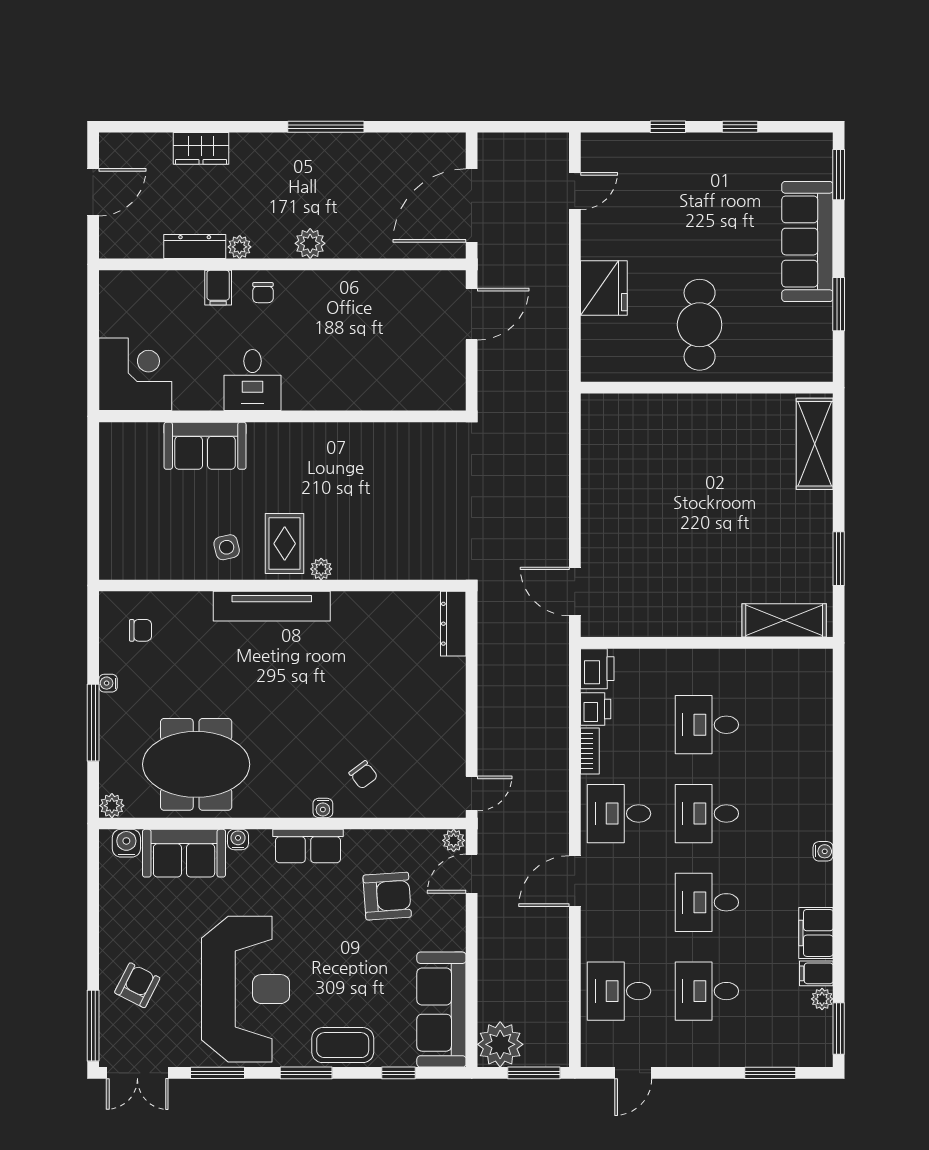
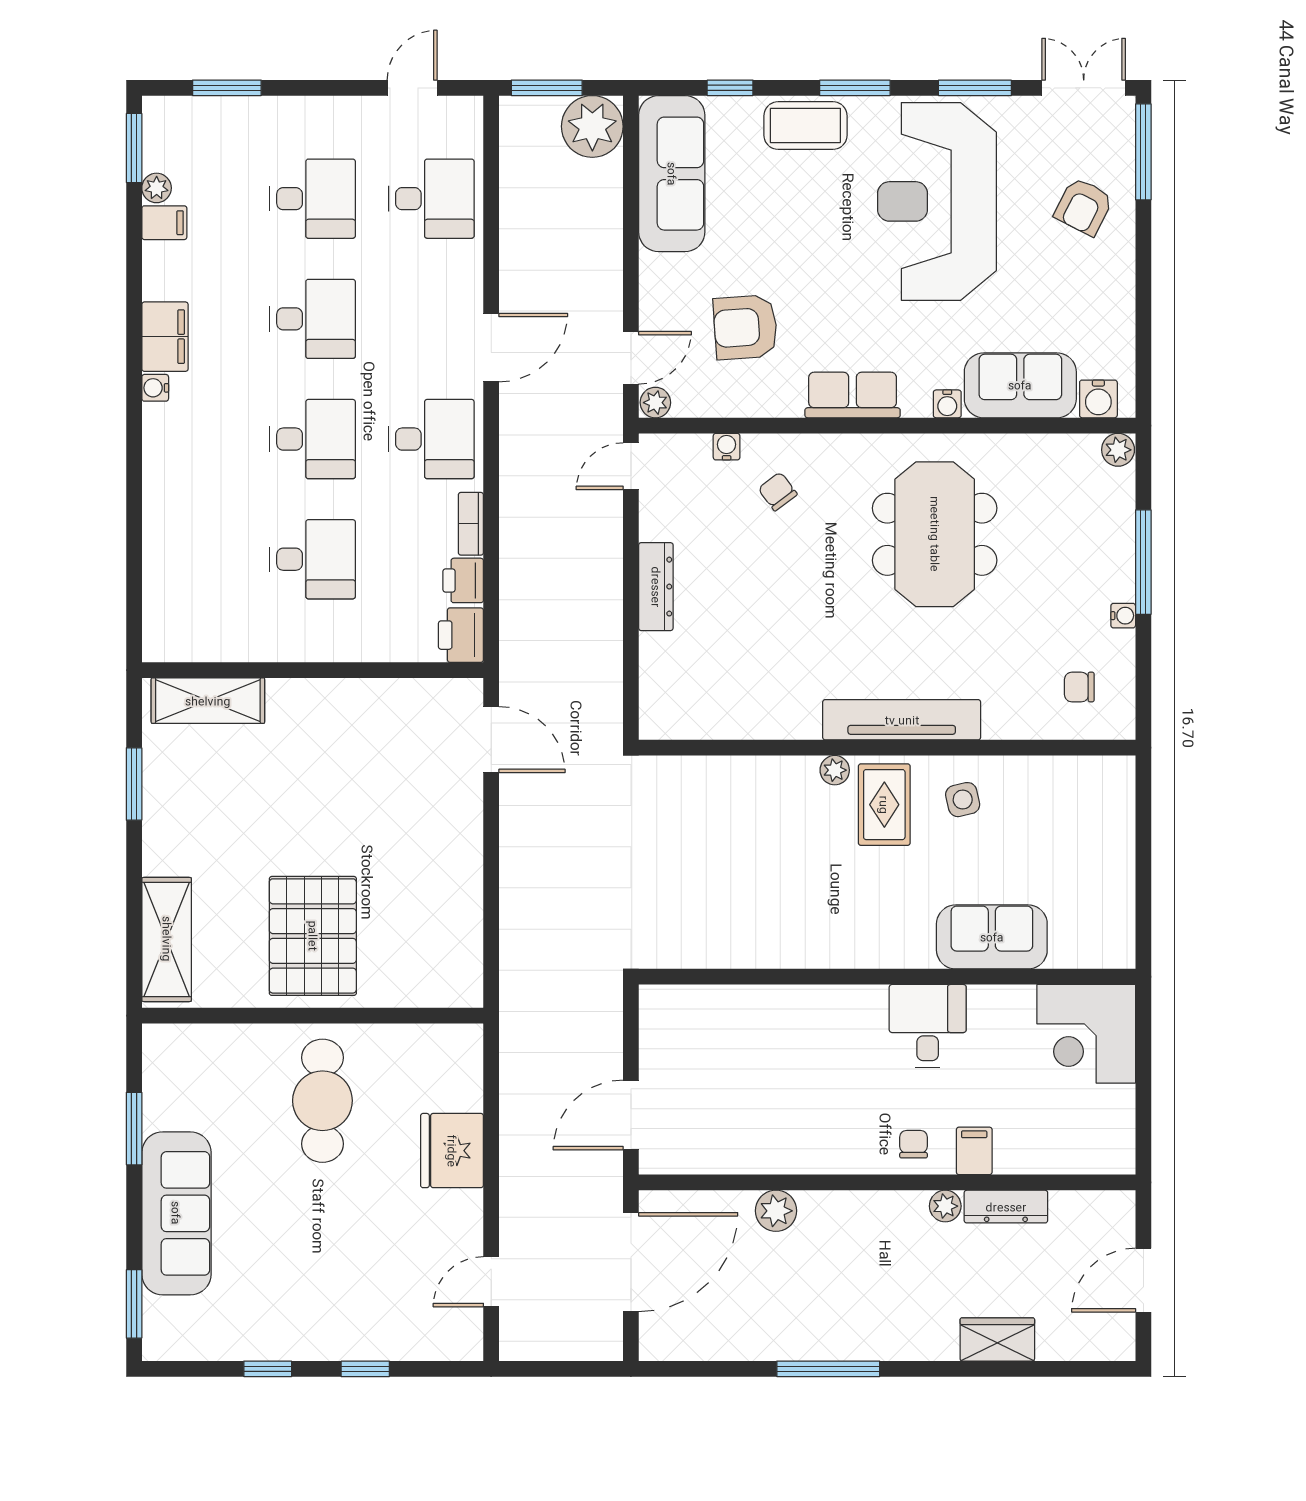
plant: (310, 243) -> (776, 1211), moved
pallet: (707, 446) -> (313, 936), added
dresser: (453, 624) -> (656, 587), moved
meeting table: (196, 764) -> (935, 534), moved, turned 90
water cooler: (323, 808) -> (727, 447), moved
filing cabinet: (816, 933) -> (165, 337), moved

